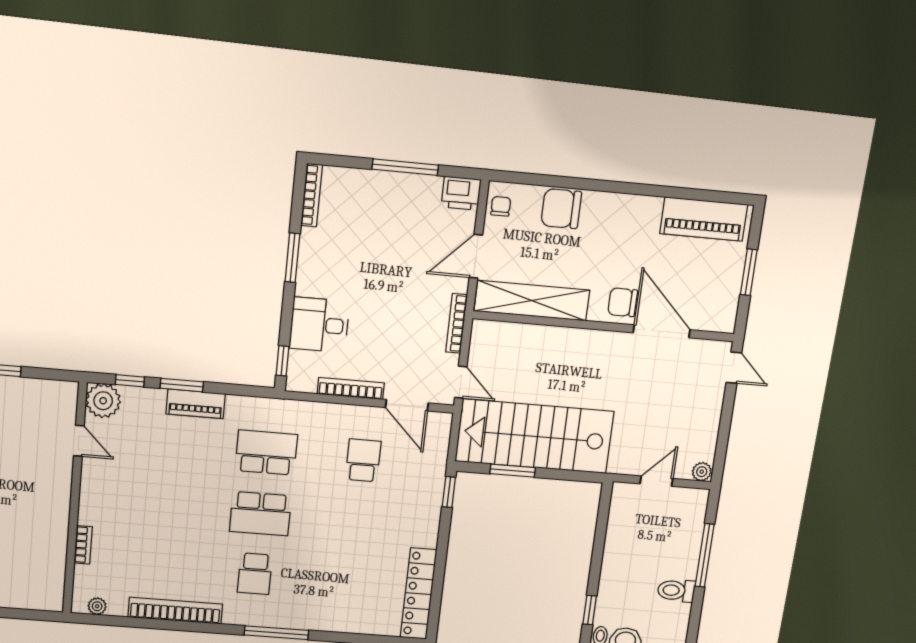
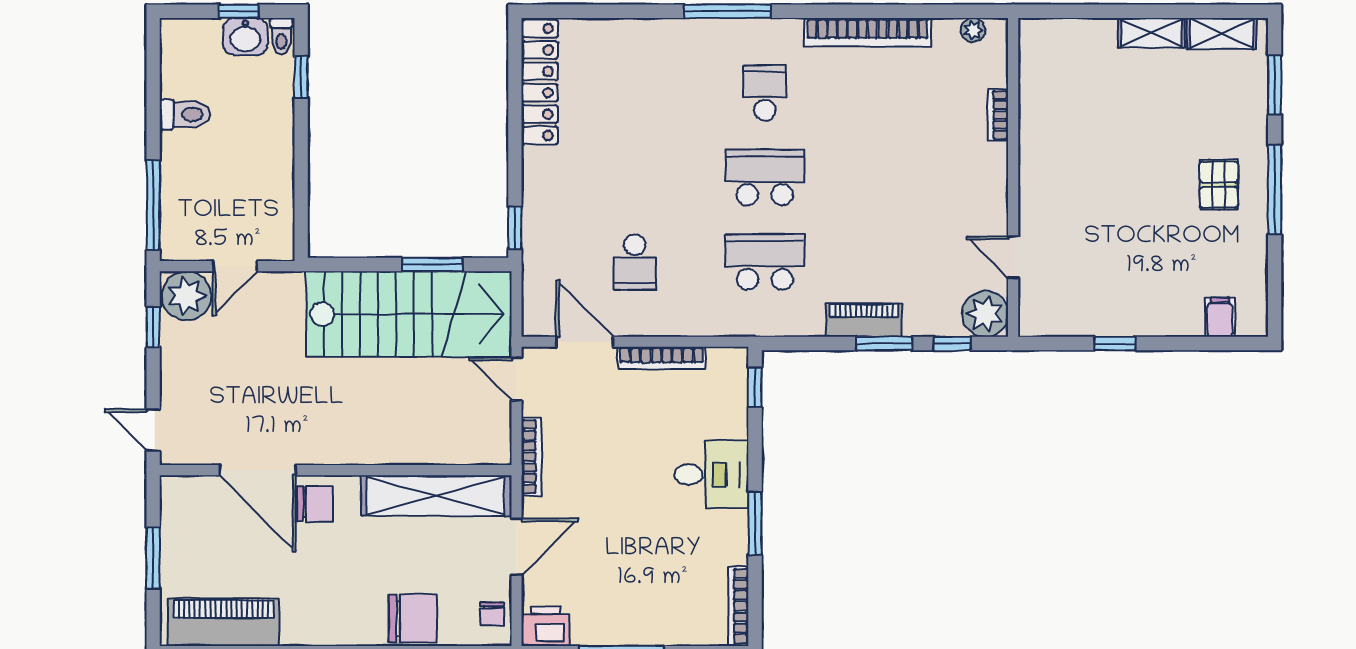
desk: (319, 325) -> (712, 475), moved
window: (722, 442) -> (153, 327), added
school desk: (266, 452) -> (765, 262), turned 180
plant: (702, 472) -> (186, 296), width x1.88, depth x1.88
window: (705, 555) -> (153, 205), moved

